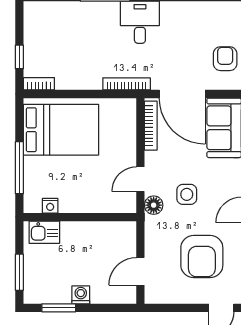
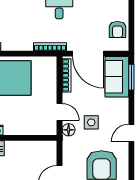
armchair: (225, 59) -> (118, 29), turned 180
door: (140, 179) -> (60, 112), swing flipped

